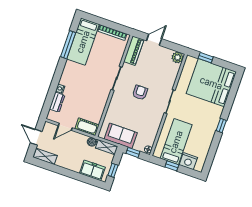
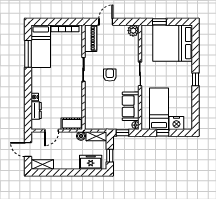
sofa: (121, 136) -> (131, 106), moved, turned -90

